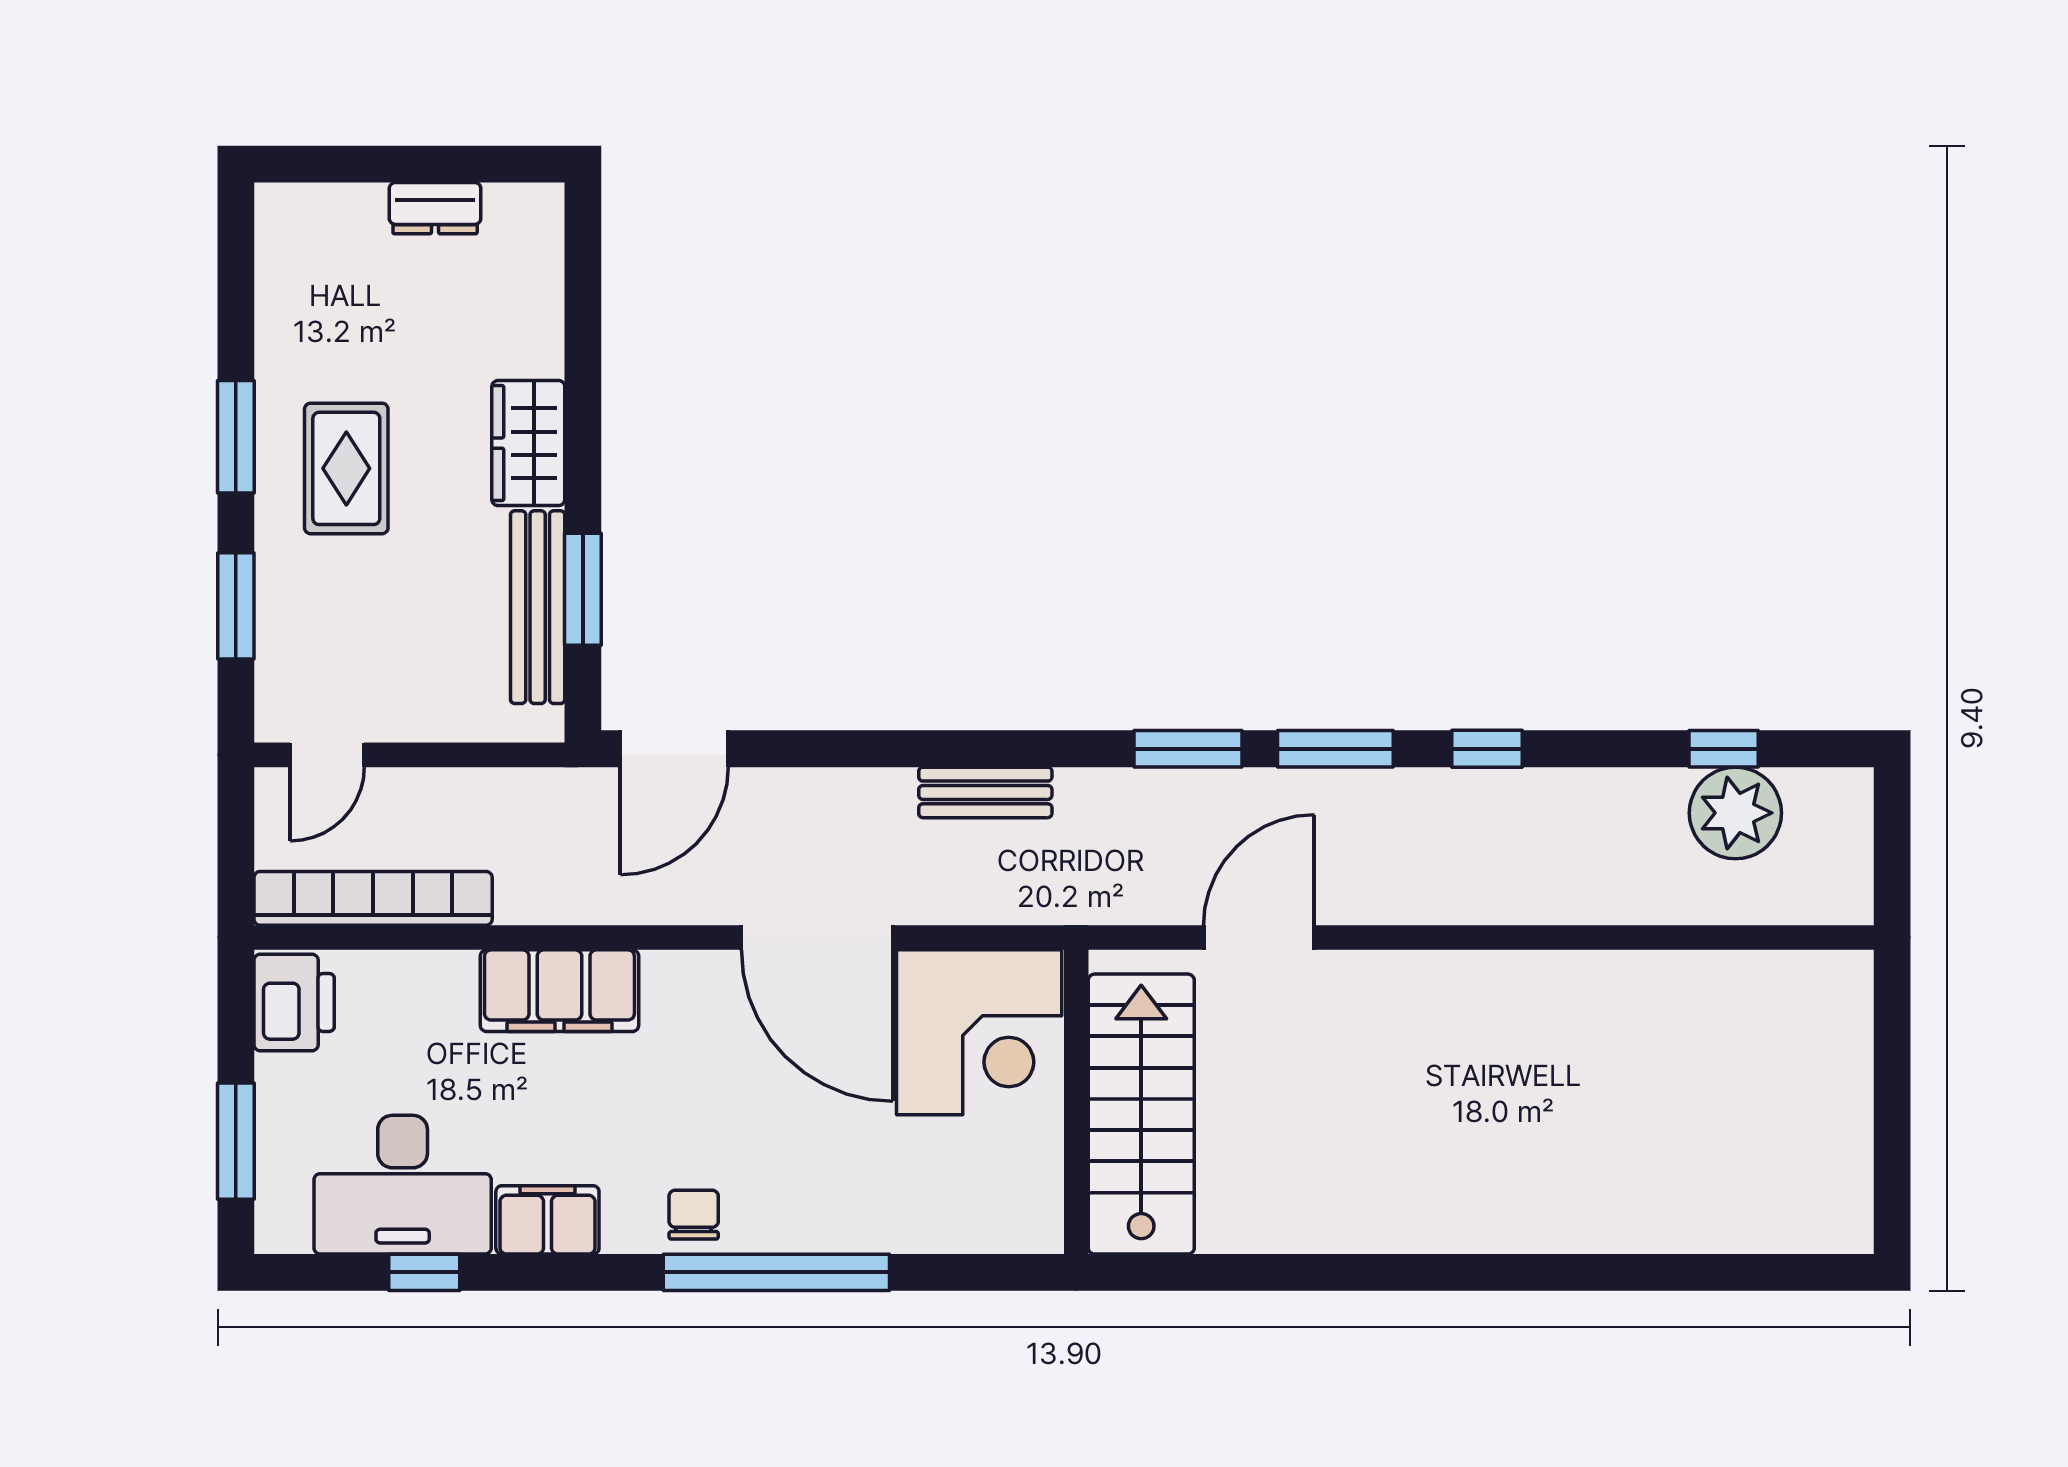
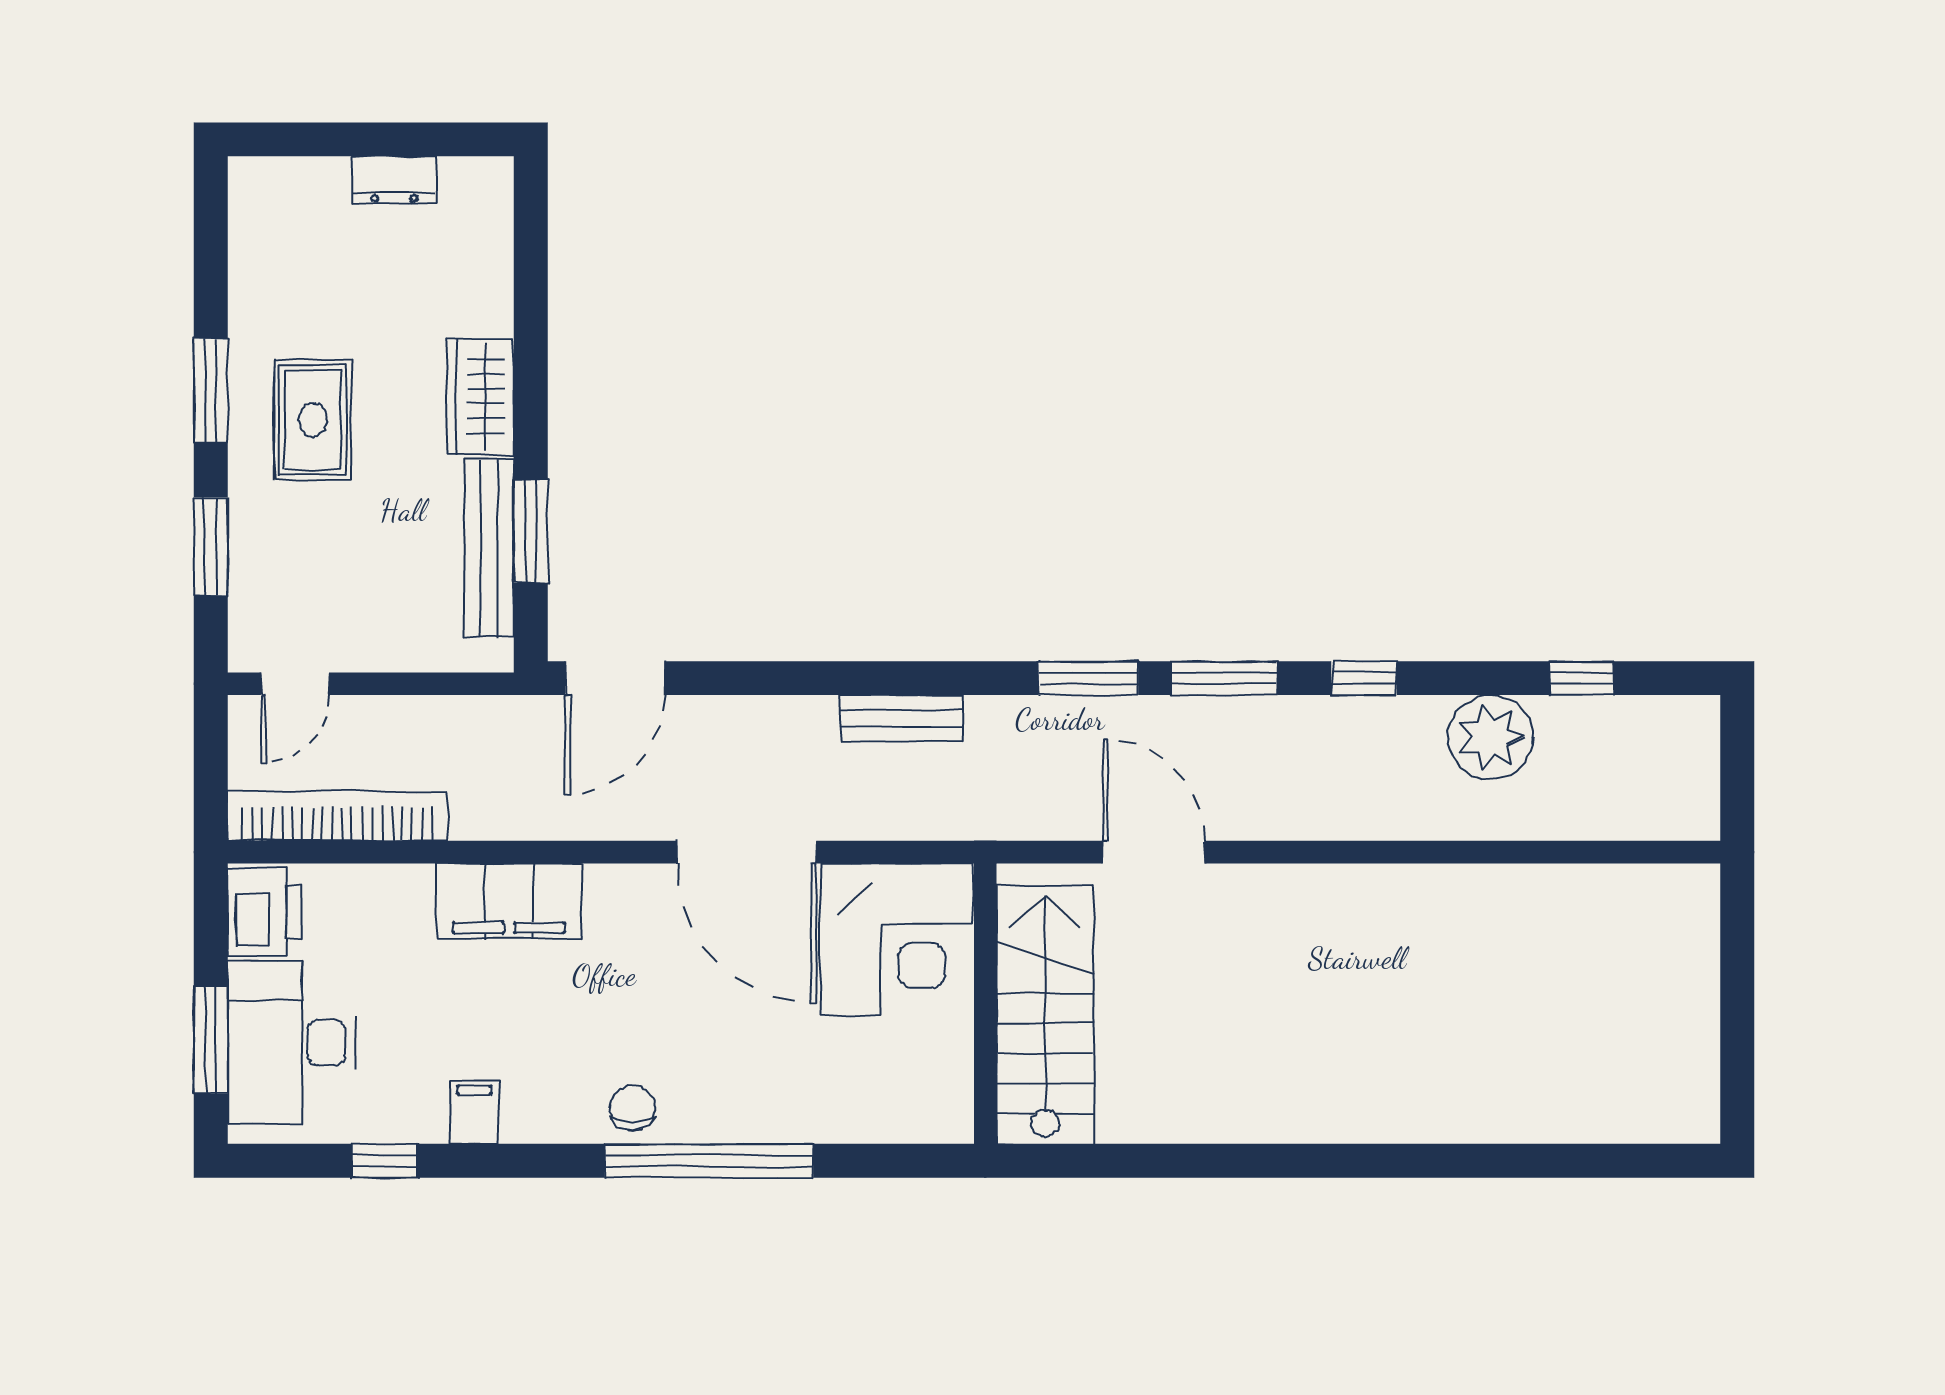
plant: (1735, 813) -> (1490, 737), moved
door: (1259, 938) -> (1154, 852), hinge flipped
desk: (403, 1185) -> (292, 1043), moved, turned 90
filing cabinet: (547, 1220) -> (474, 1112), width x0.50

